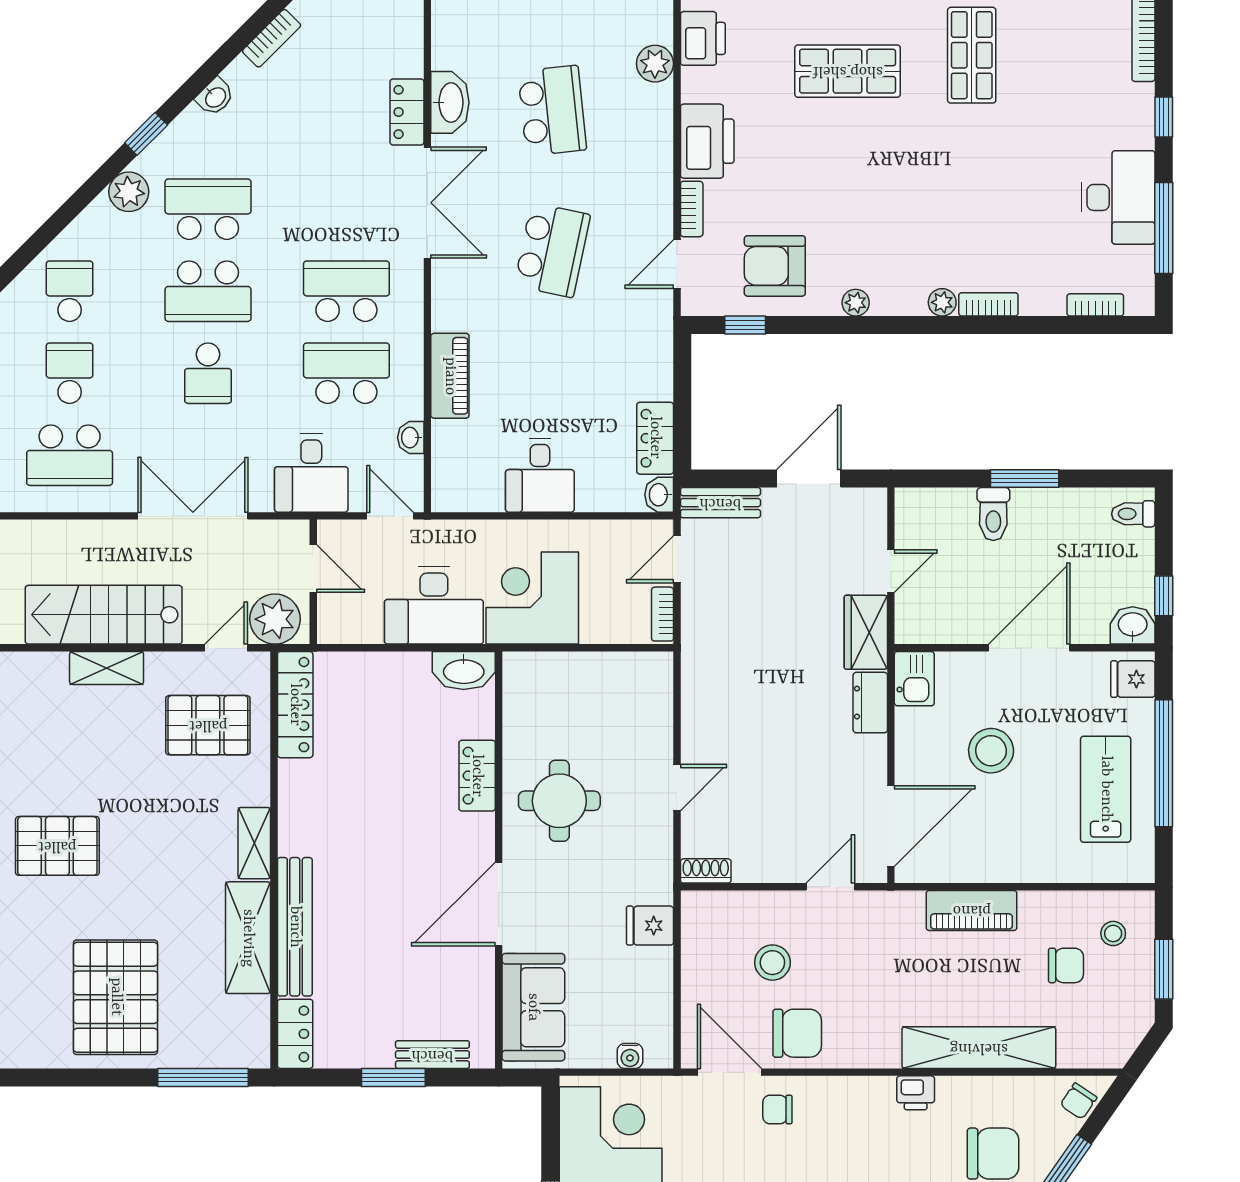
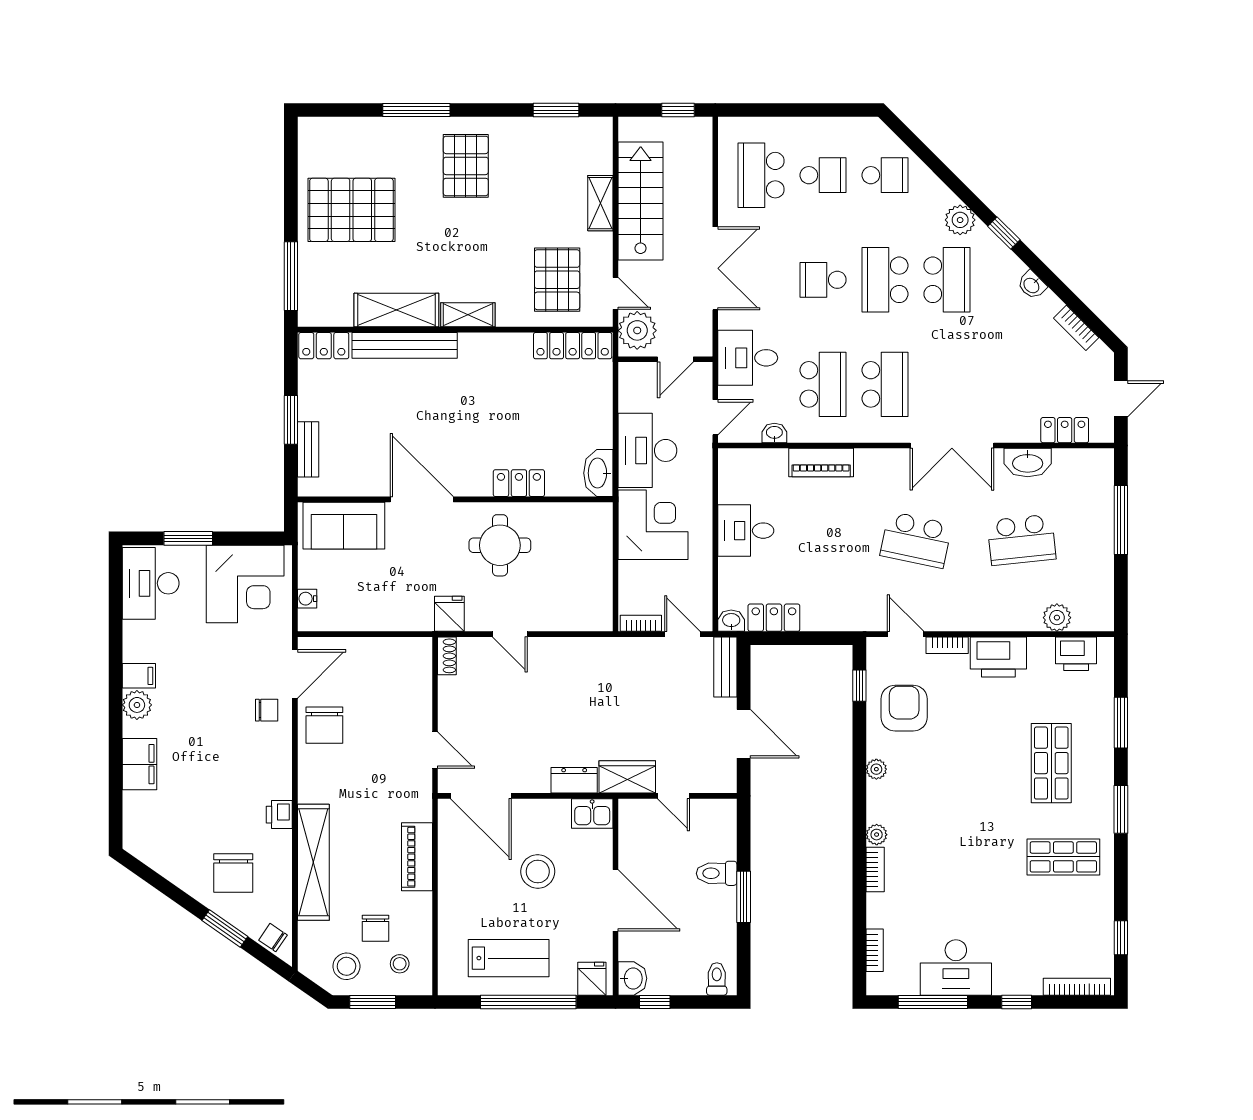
locker: (407, 112) -> (1065, 430), moved
fridge: (650, 926) -> (449, 614), moved
stool: (772, 963) -> (346, 966), moved
chair: (777, 1110) -> (267, 710), turned 90

